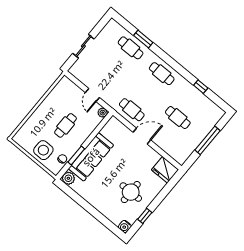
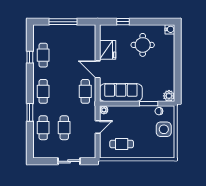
window: (143, 39) -> (30, 112), moved
cafe table: (116, 66) -> (64, 128), added
cafe table: (178, 118) -> (43, 55), moved
cafe table: (66, 125) -> (122, 144), moved
sofa: (91, 157) -> (121, 93), moved
fridge: (165, 170) -> (108, 50), moved
window: (145, 216) -> (123, 22), moved

